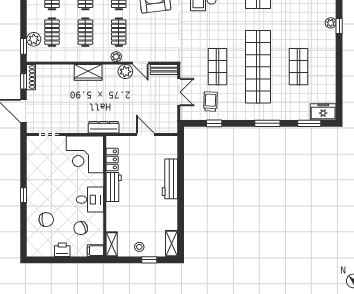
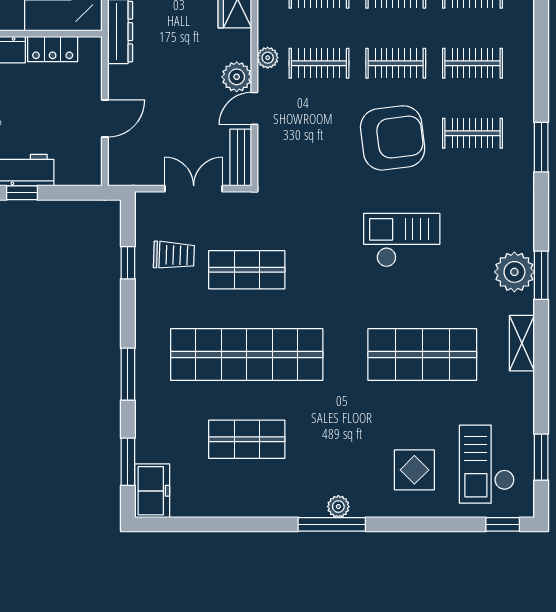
window: (339, 26) -> (332, 524), width x2.17
double door: (179, 92) -> (194, 189), swing flipped
window: (181, 174) -> (22, 193), added

